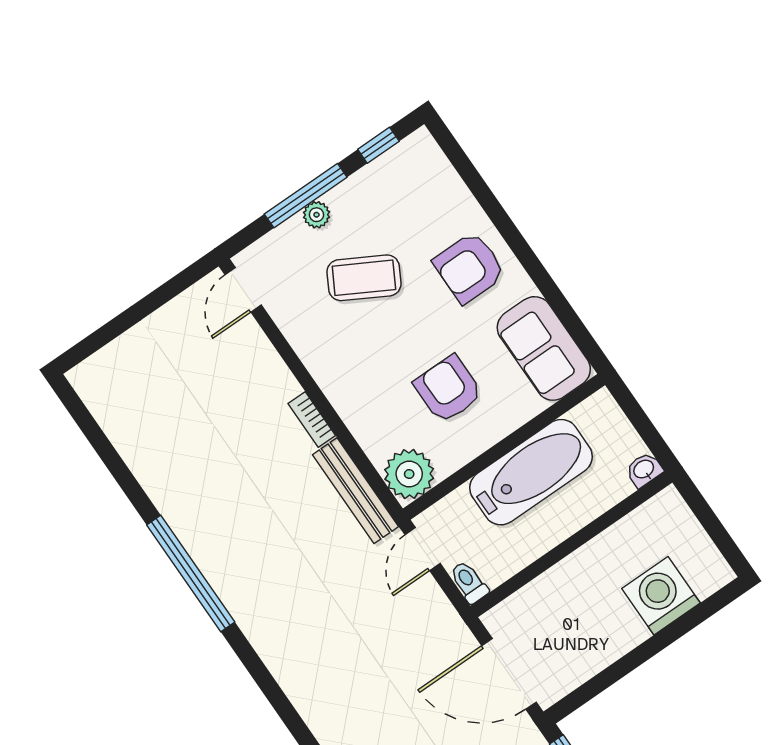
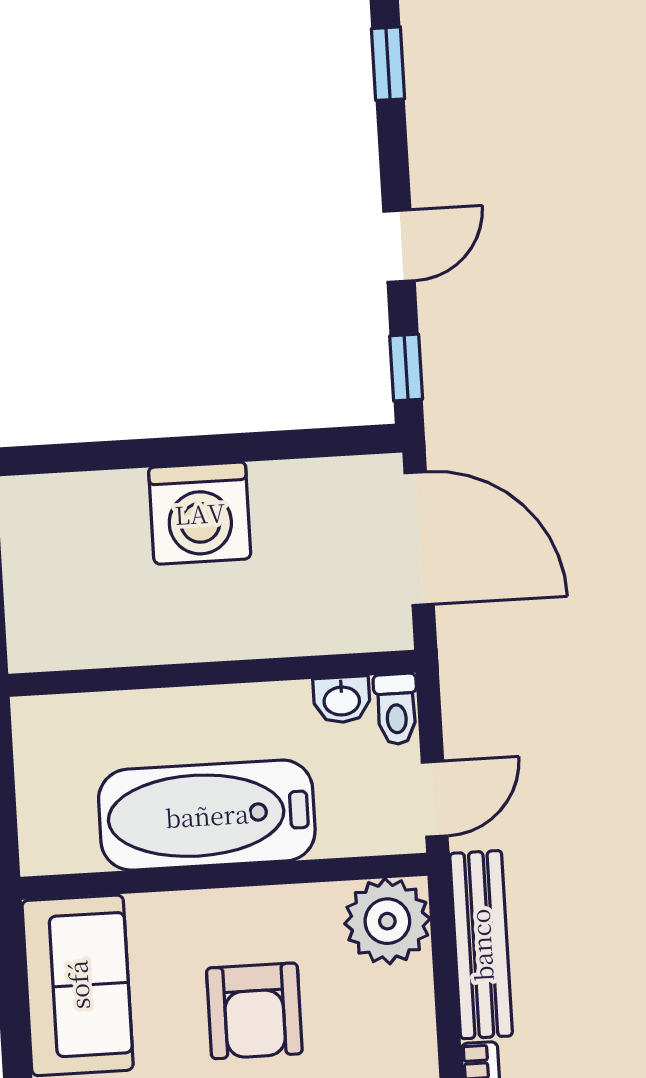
washbasin: (644, 470) -> (342, 700), moved
washing machine: (661, 596) -> (200, 513), moved

